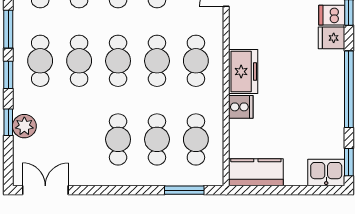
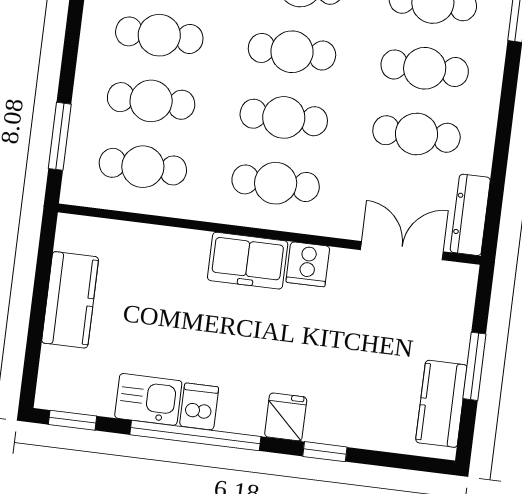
dishwasher: (332, 15) -> (199, 406), moved
cooker: (241, 107) -> (308, 264), moved
kitchen counter: (256, 172) -> (70, 300), moved
kitchen sink: (326, 172) -> (148, 399), moved, turned -90

